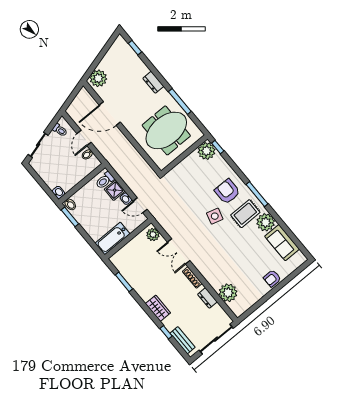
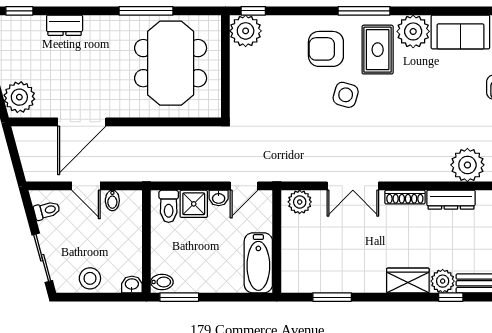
dresser: (153, 82) -> (65, 25), moved
stool: (46, 172) -> (90, 278), added
dresser: (207, 298) -> (451, 200), width x1.44
plant: (170, 323) -> (443, 281), added

